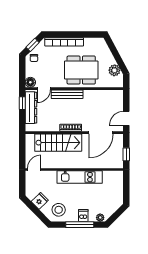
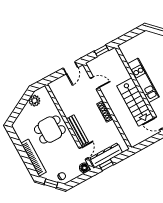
dining table: (81, 70) -> (50, 130), width x0.73
door: (44, 89) -> (84, 153), hinge flipped
door: (126, 118) -> (70, 68), hinge flipped
door: (101, 133) -> (95, 83), width x0.53
stairs: (58, 143) -> (135, 102), moved, turned 180

